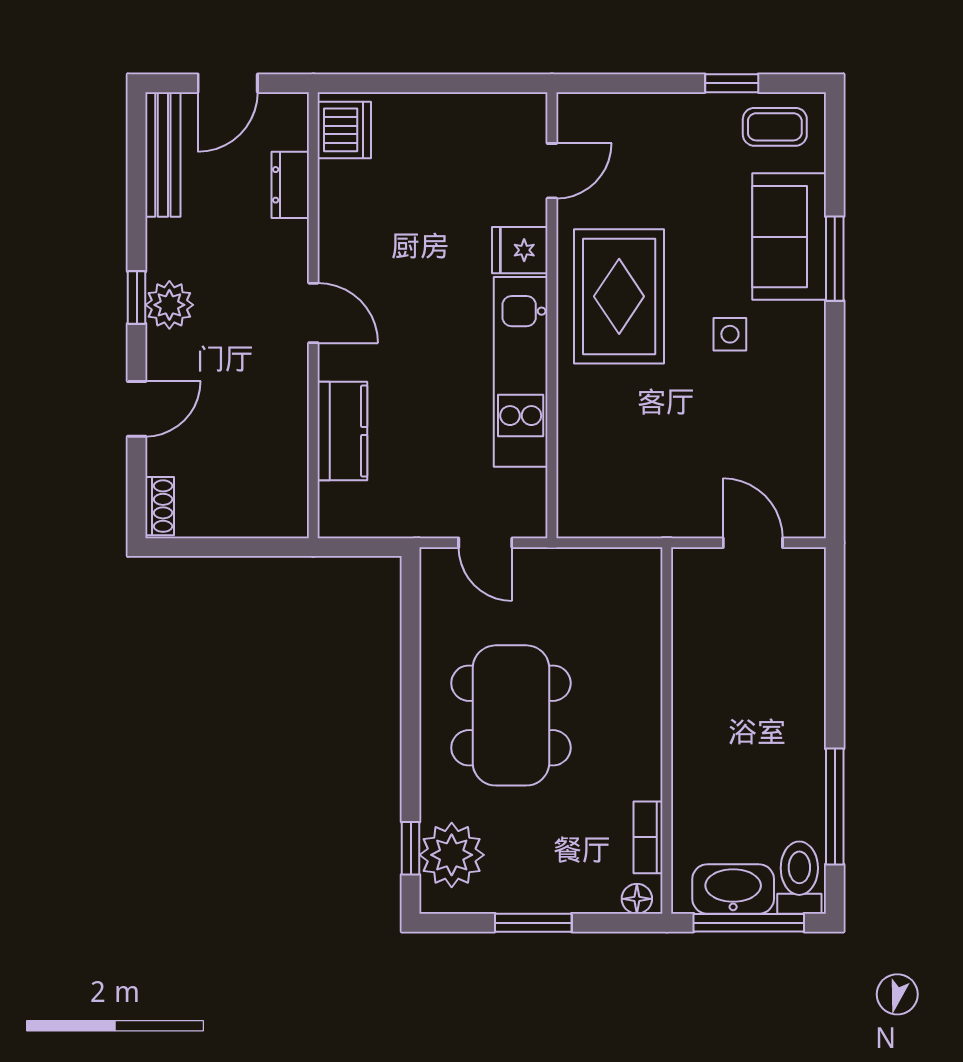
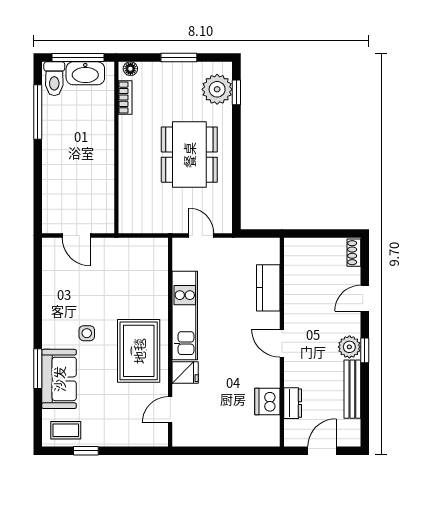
dishwasher: (344, 130) -> (267, 401), moved
bench: (163, 154) -> (352, 389), moved

